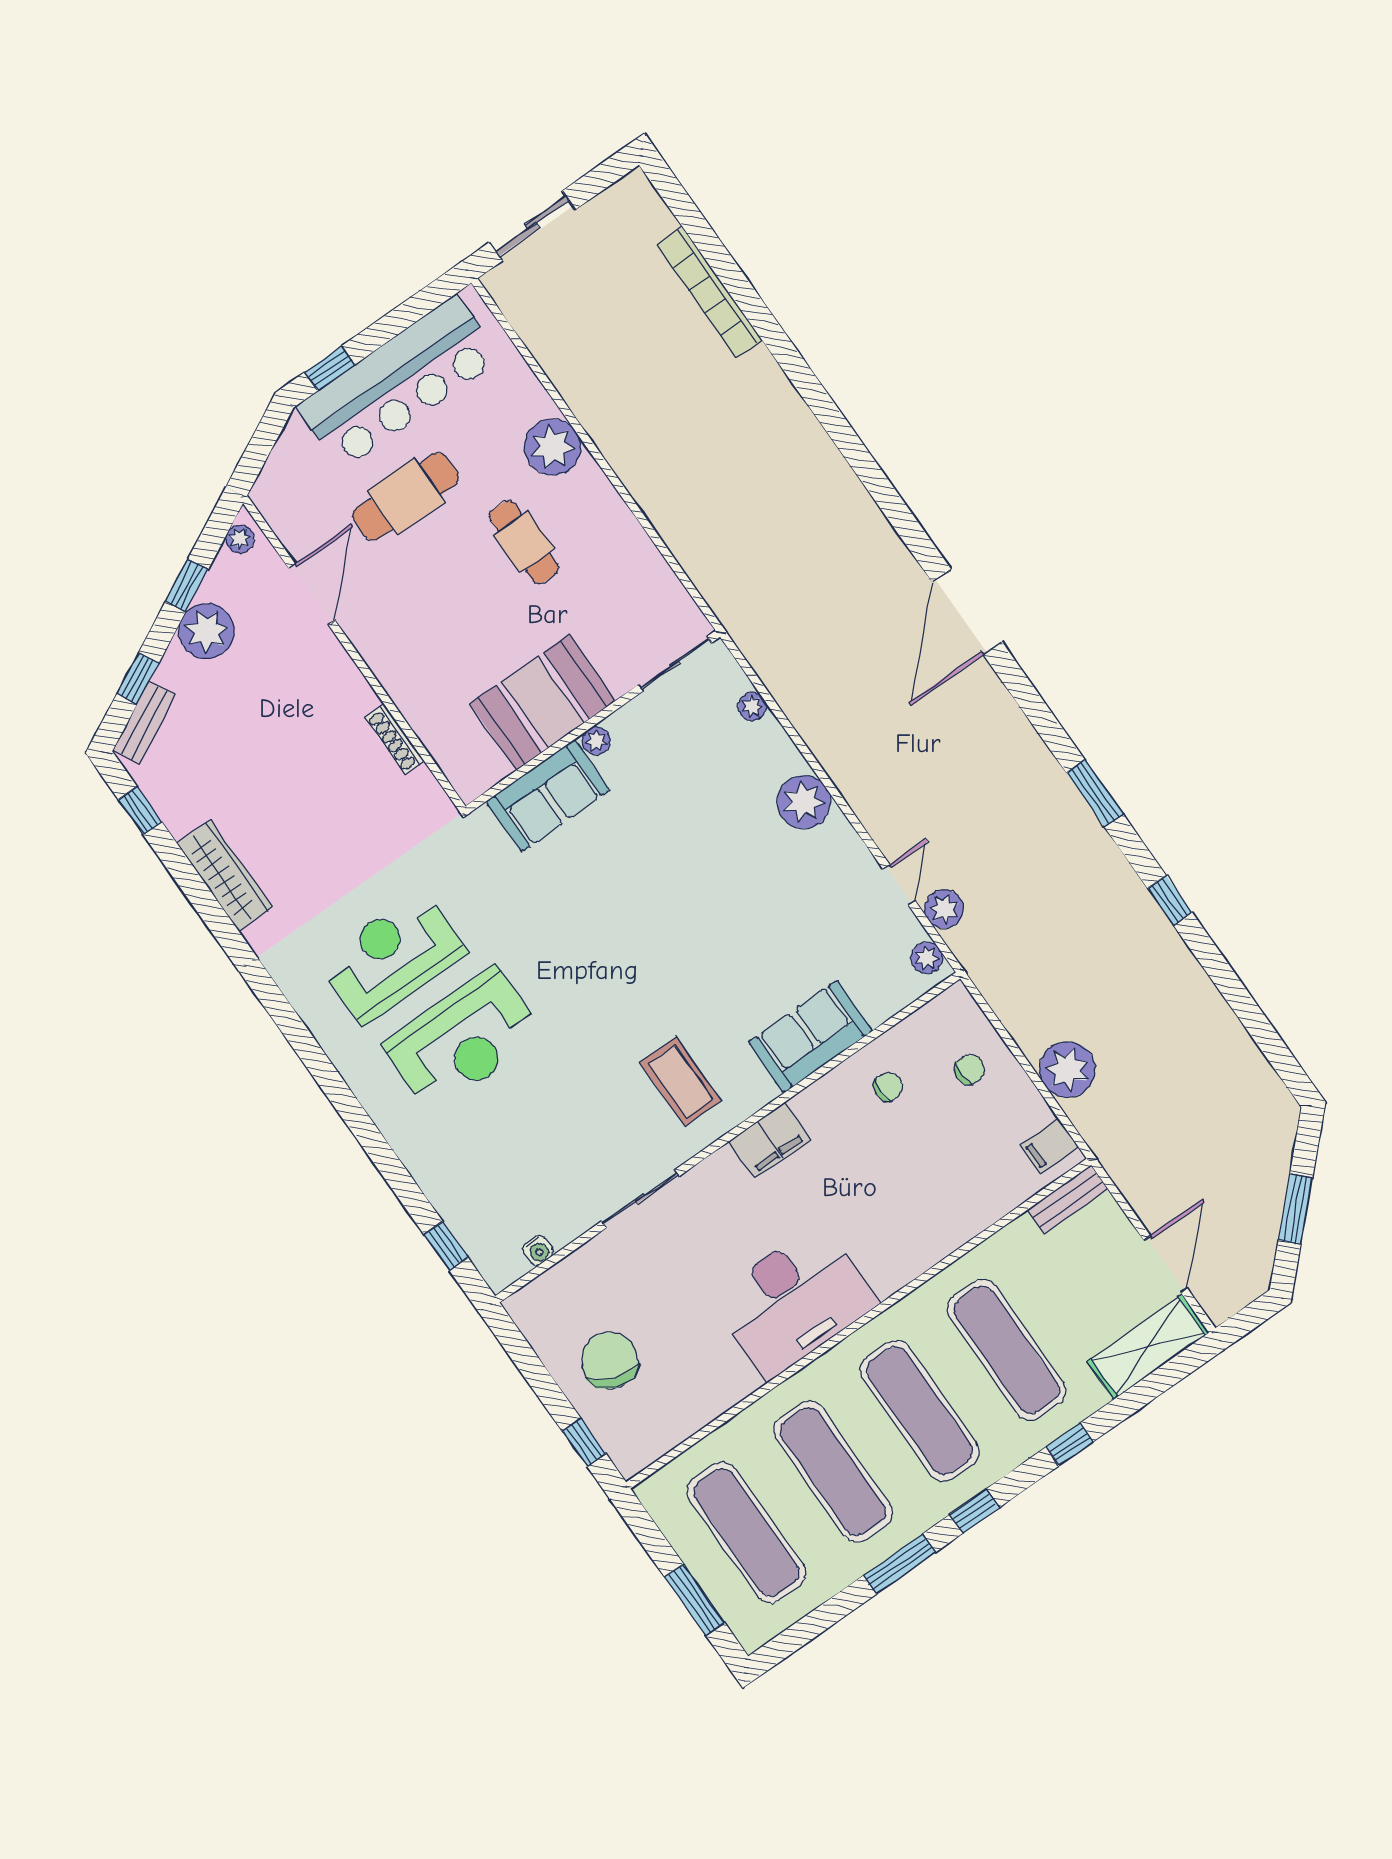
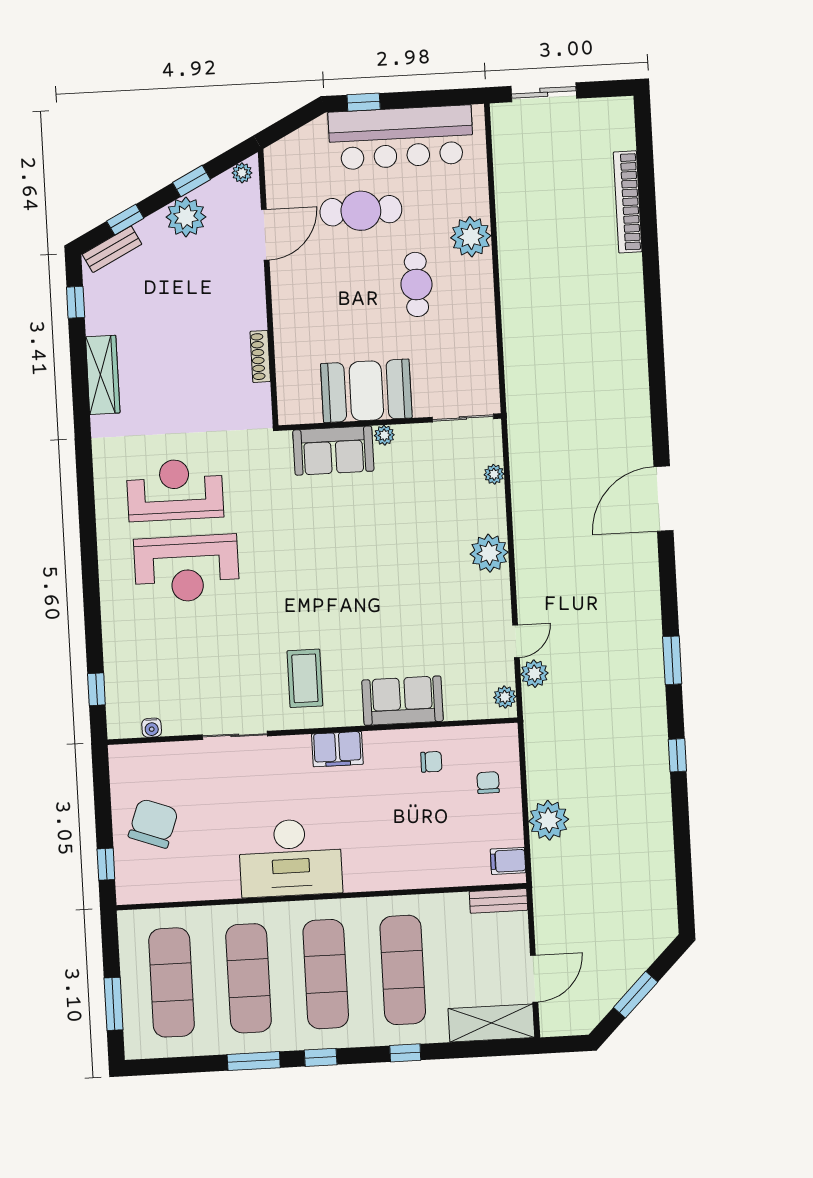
chair: (969, 1070) -> (488, 783), turned -90

